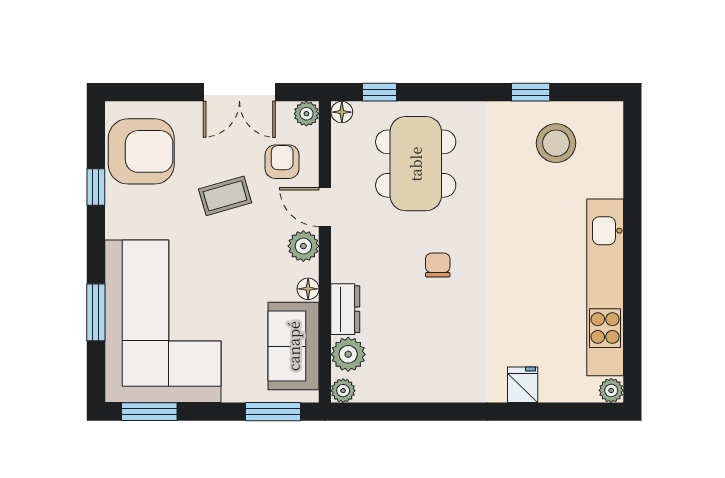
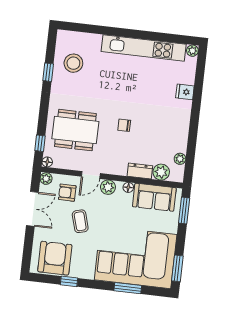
plant: (343, 391) -> (180, 159), moved

